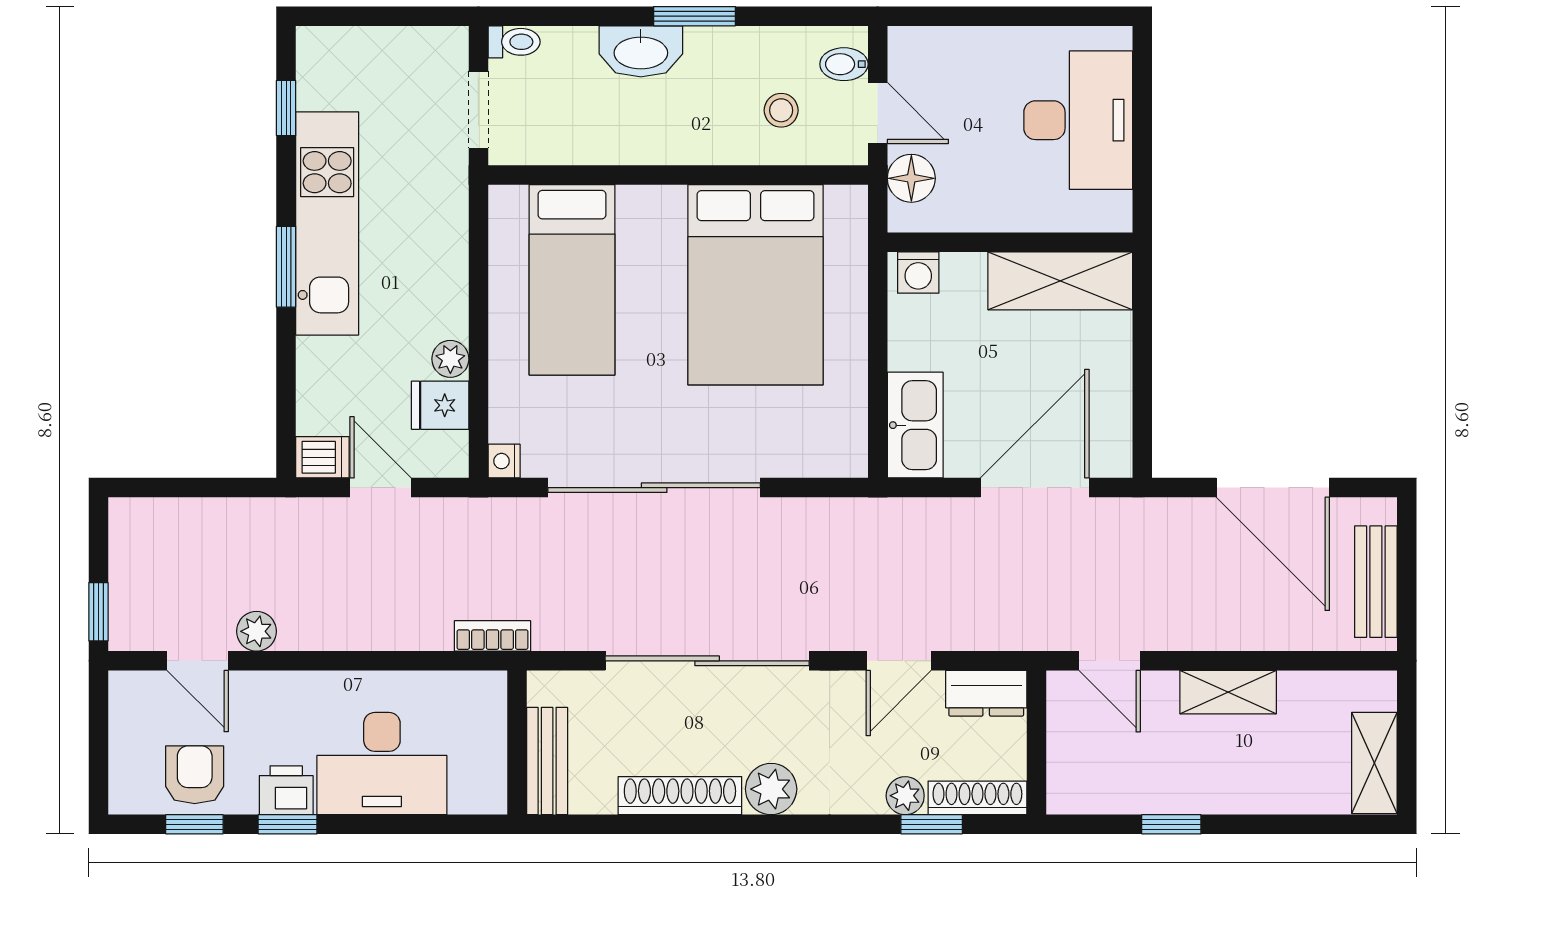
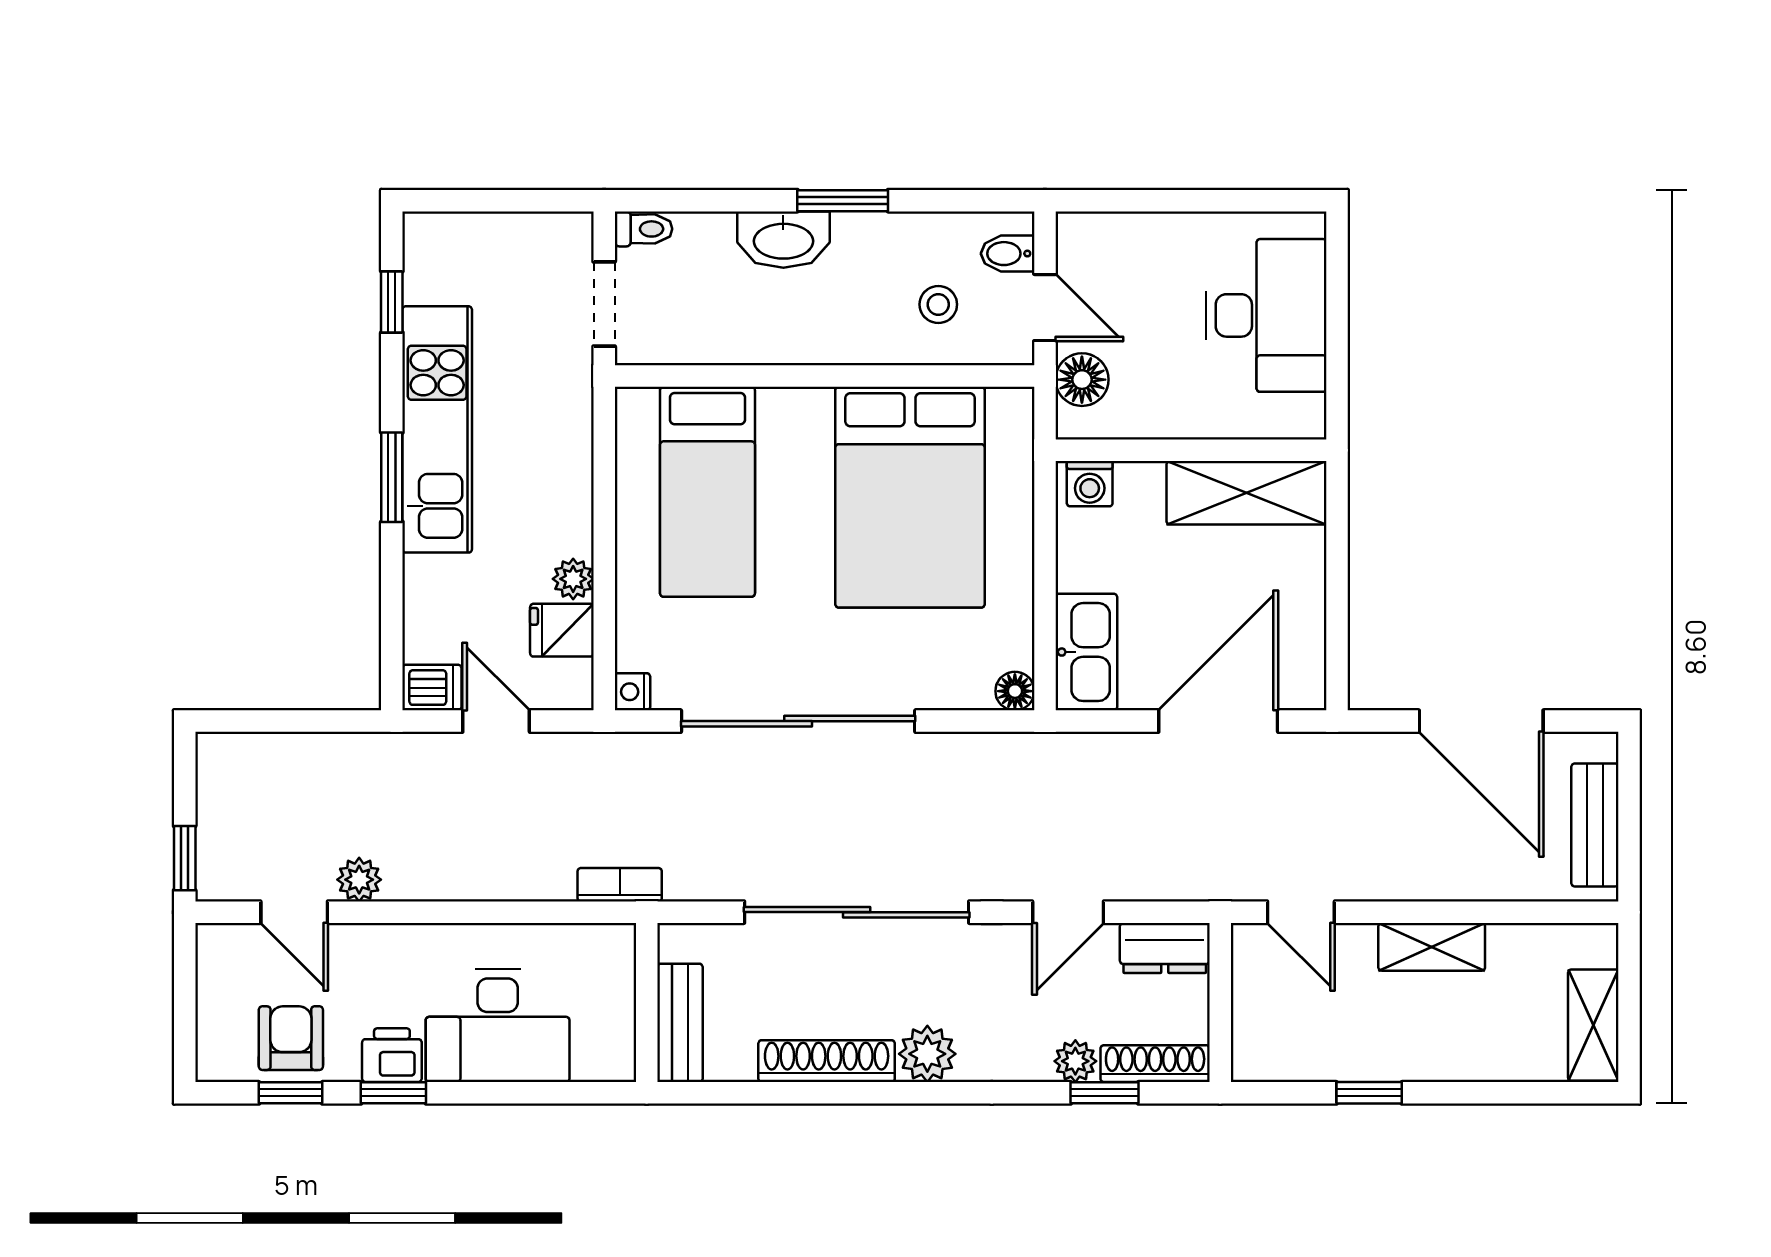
floor lamp: (851, 460) -> (1015, 691), added

